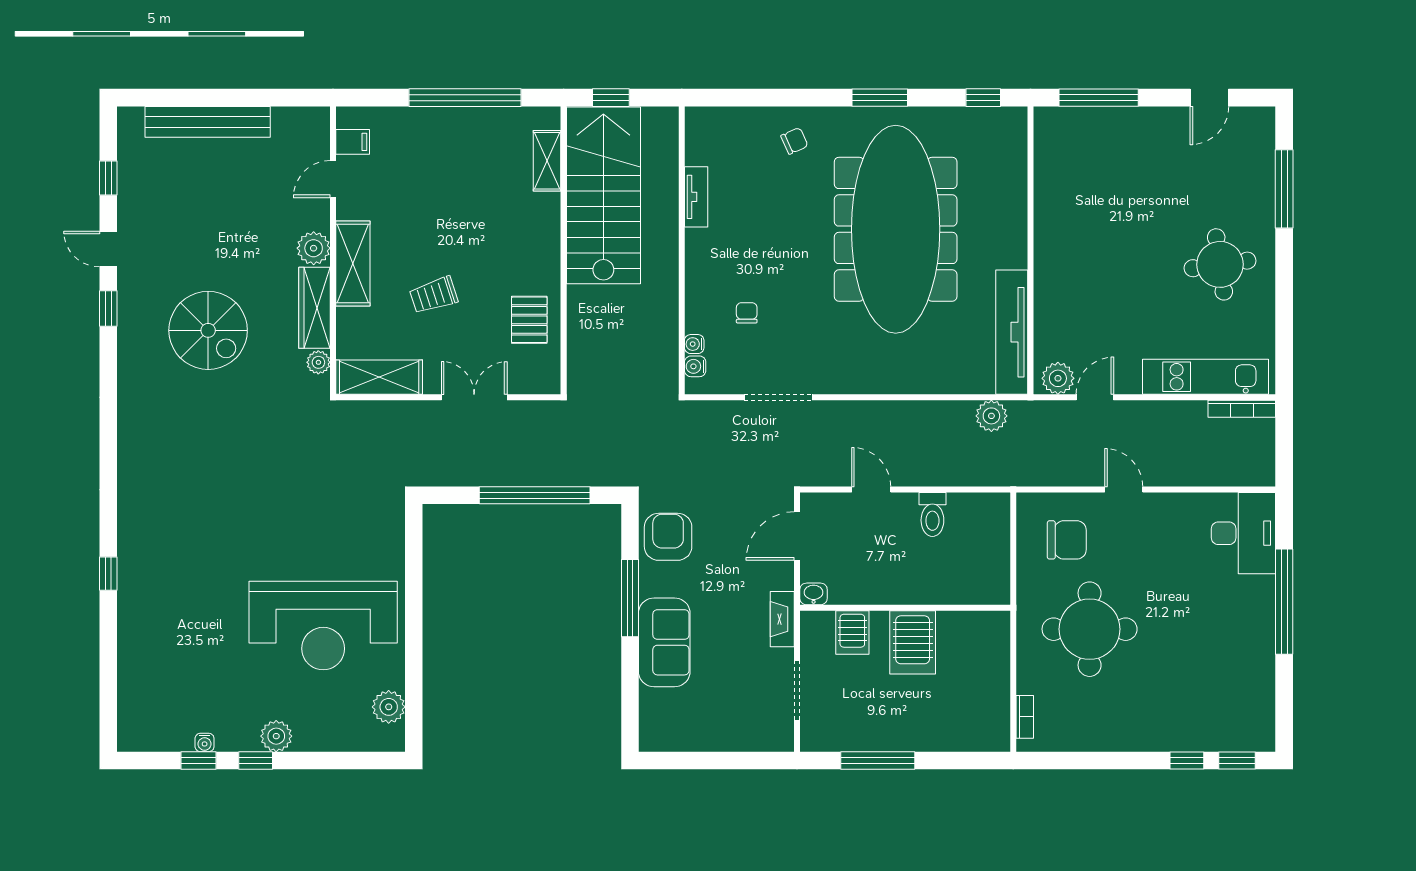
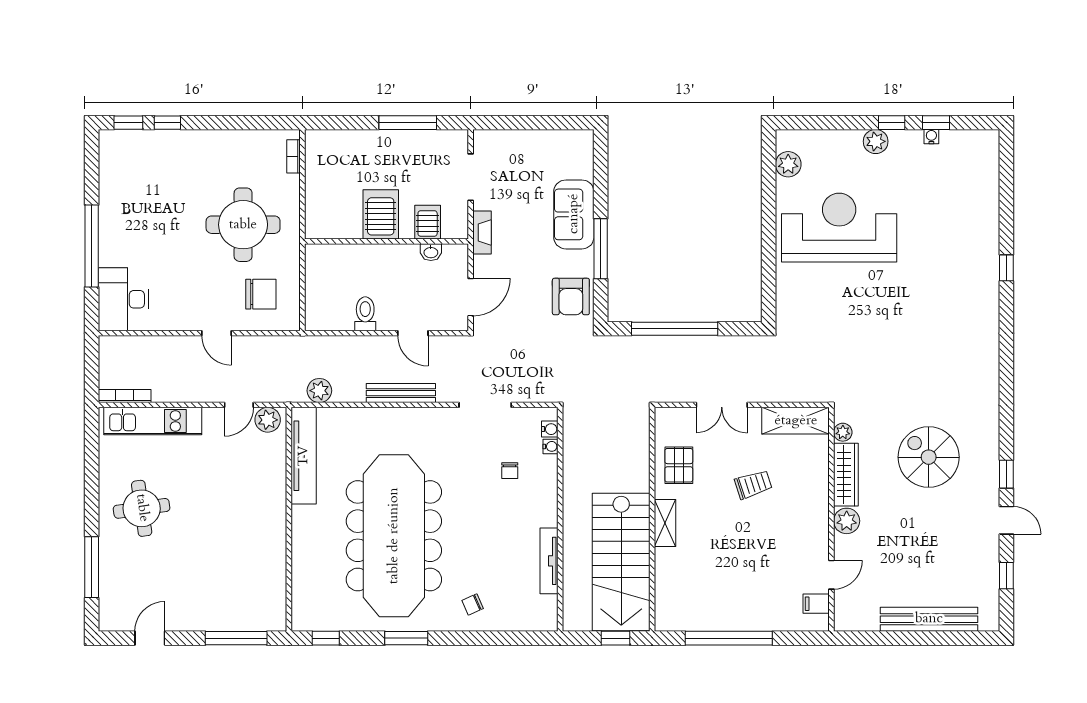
shelving: (547, 161) -> (665, 523), moved
tv unit: (696, 197) -> (549, 561), width x1.41
shelving: (353, 264) -> (816, 509), removed
bench: (887, 413) -> (401, 393), added
chair: (1067, 540) -> (261, 294), turned 180
washbasin: (814, 594) -> (431, 252), moved

